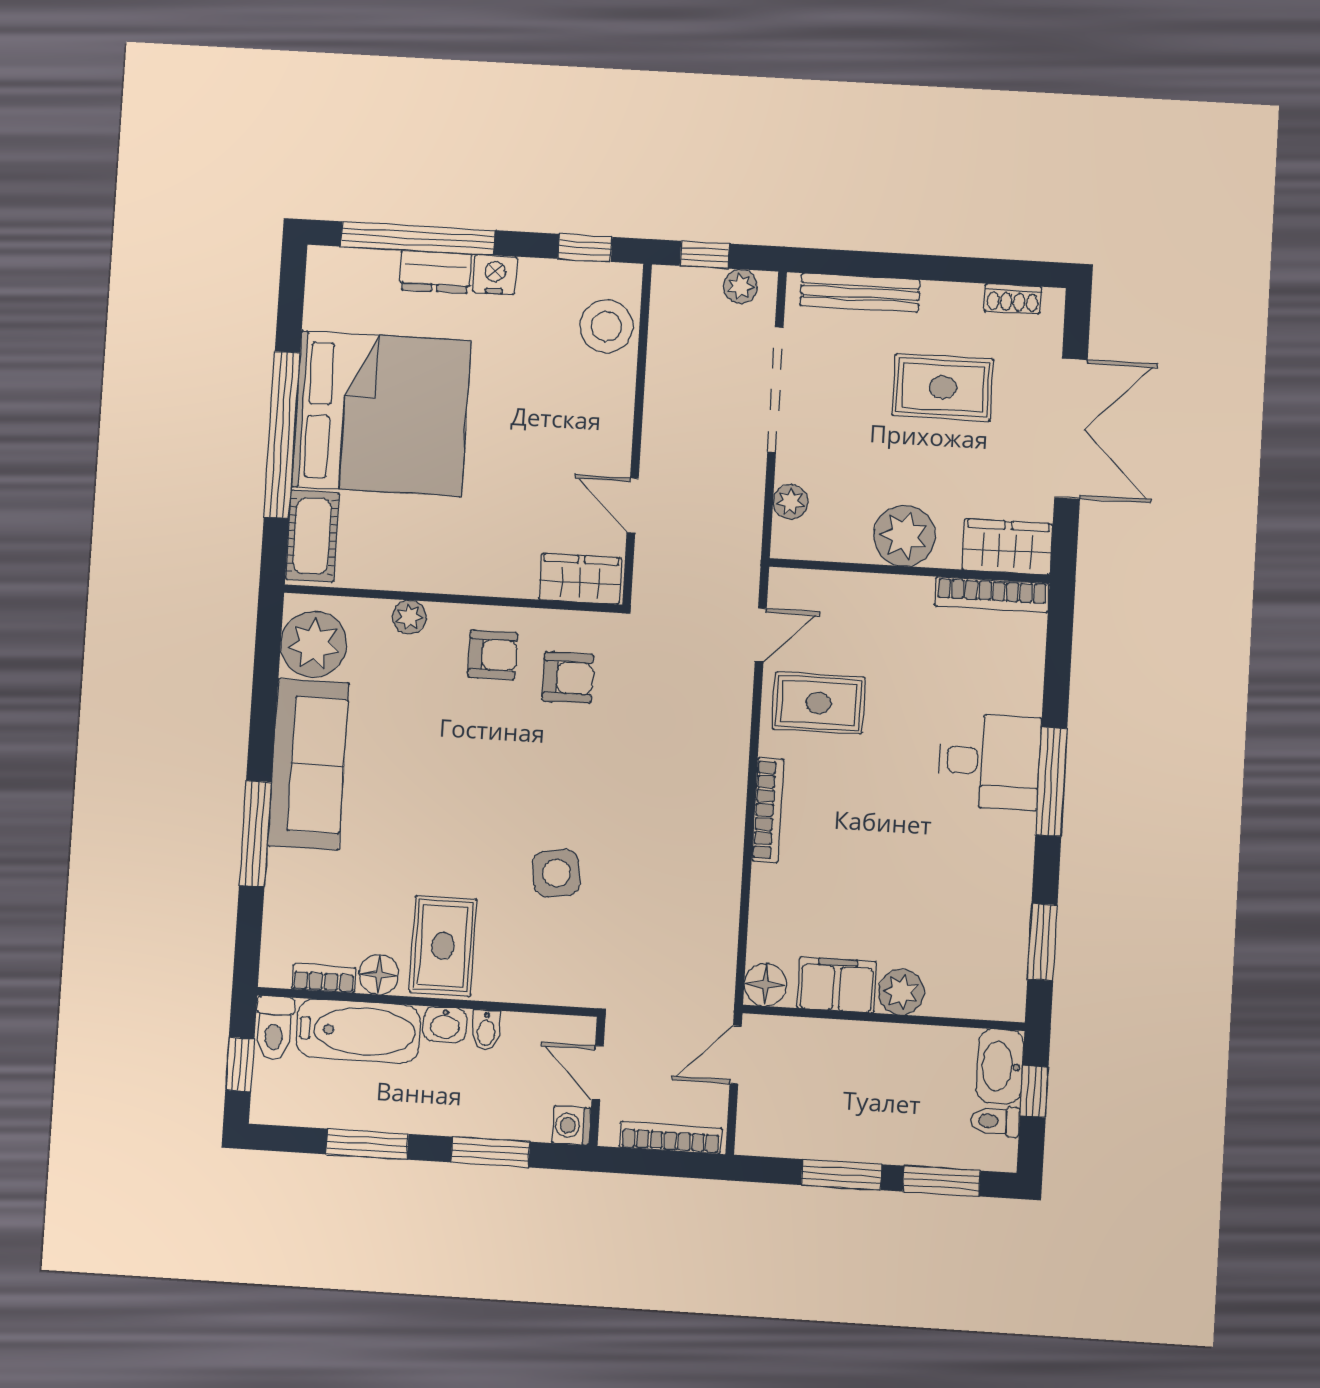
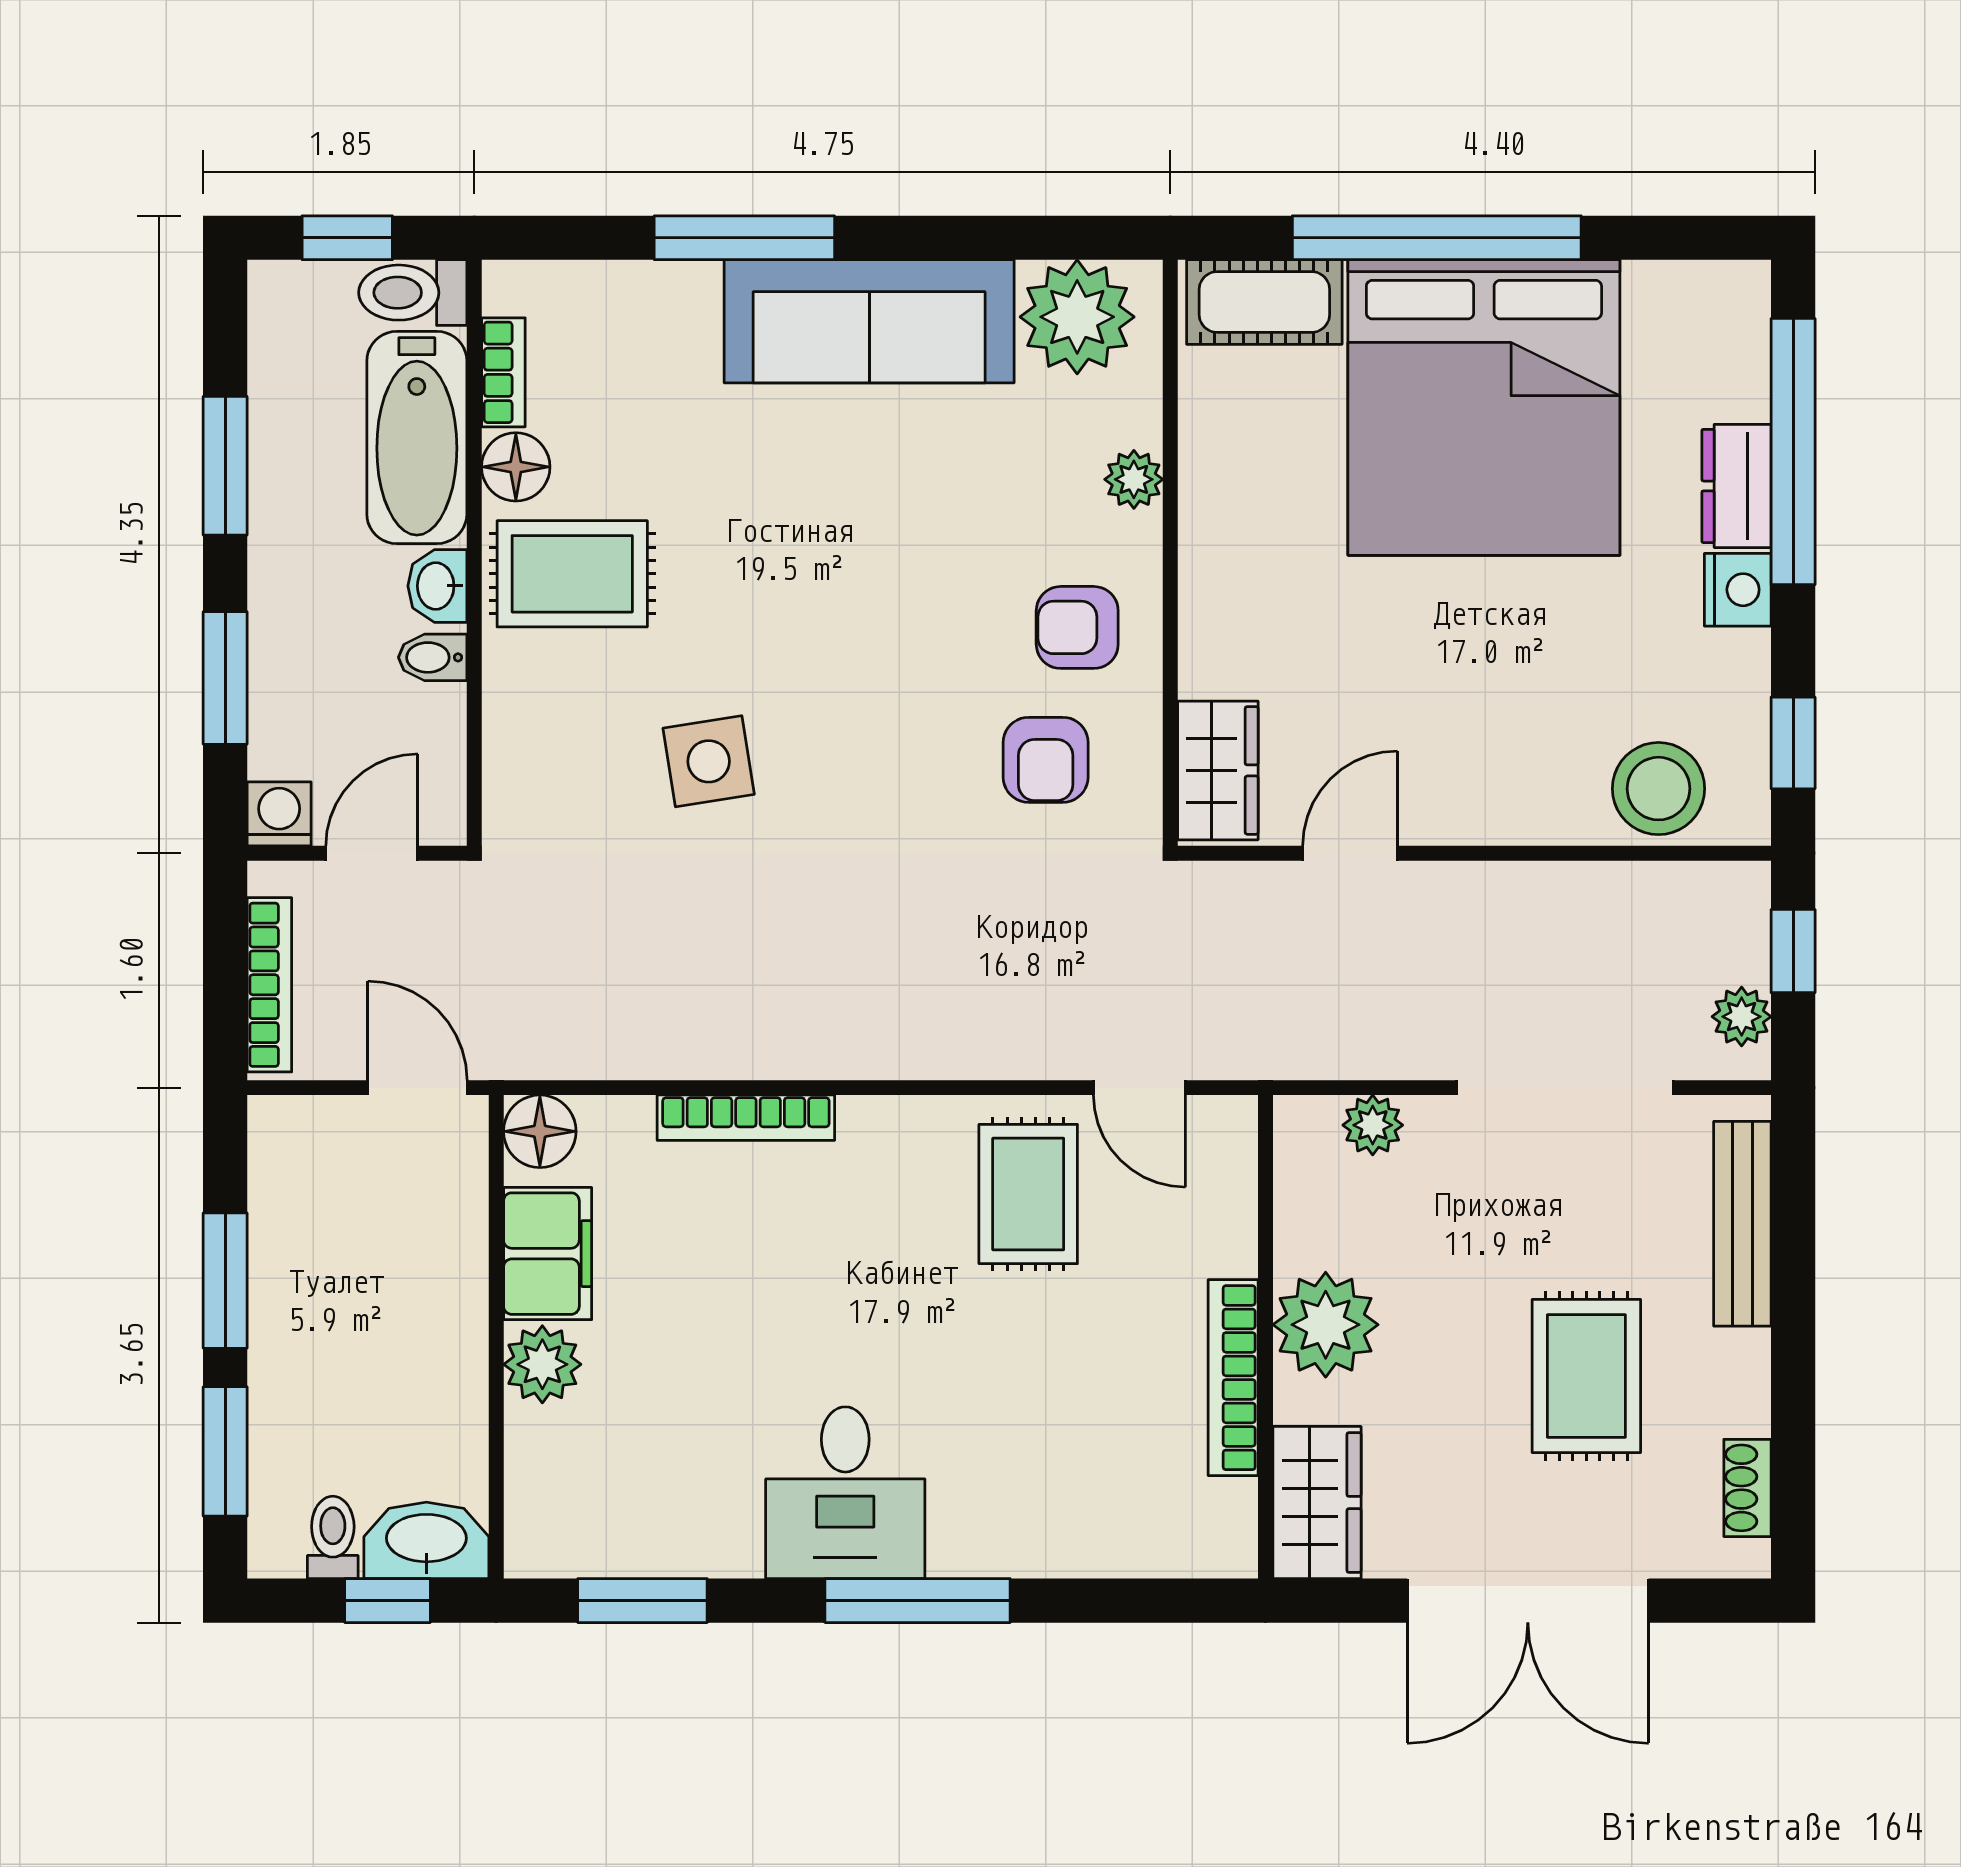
bookcase: (992, 594) -> (1233, 1378), moved
armchair: (493, 655) -> (1077, 627), turned 90
desk: (989, 761) -> (845, 1493), moved
bookcase: (768, 810) -> (746, 1118), moved

